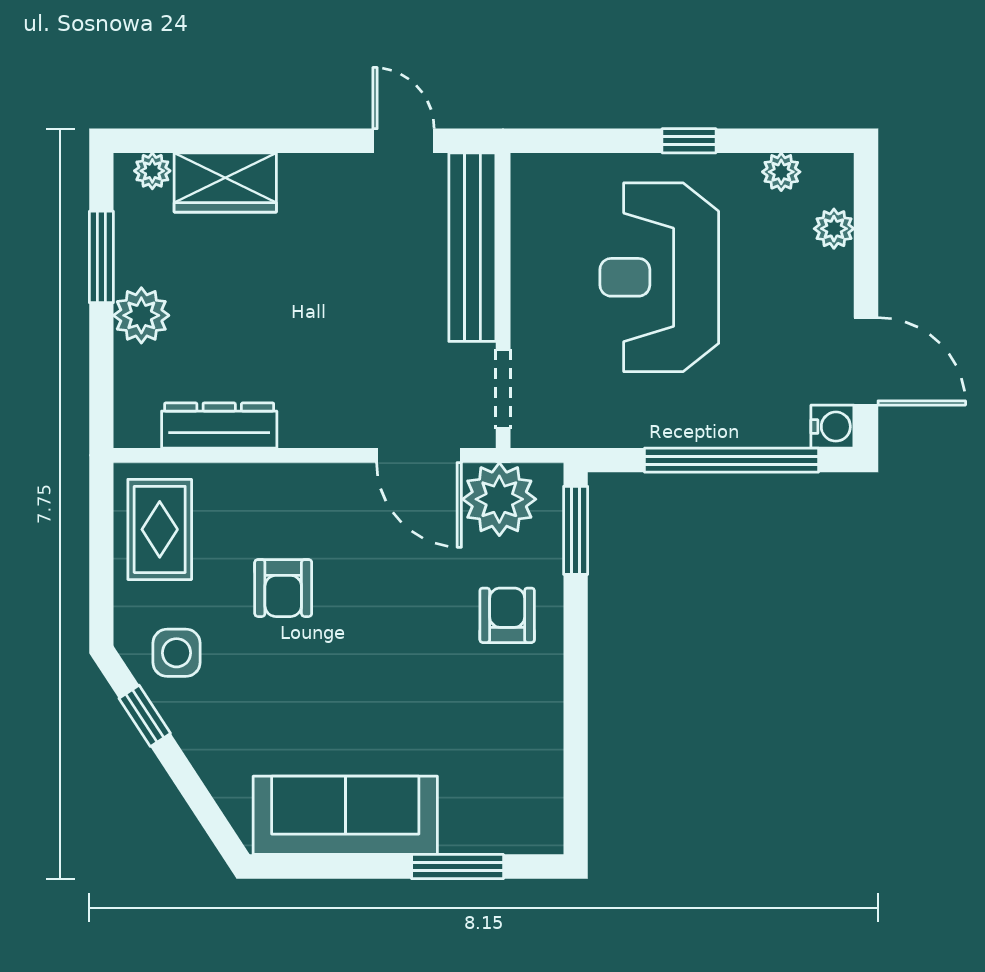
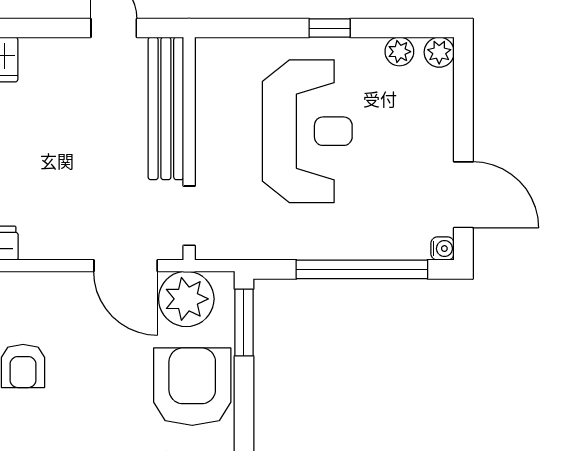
plant: (834, 229) -> (439, 52), moved
reception desk: (659, 277) -> (307, 131), turned 180
water cooler: (832, 427) -> (443, 249), width x0.72, depth x0.72
armchair: (507, 615) -> (192, 387), width x1.88, depth x1.88

